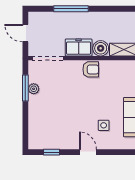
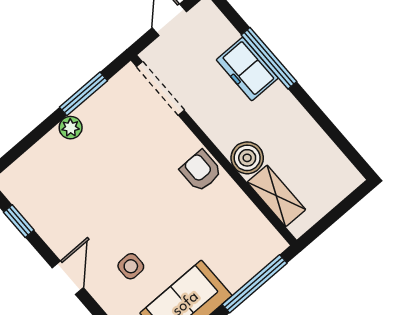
freezer: (79, 47) -> (247, 69), moved, turned 180
armchair: (91, 69) -> (201, 171), turned 180
plant: (34, 89) -> (71, 128), moved

